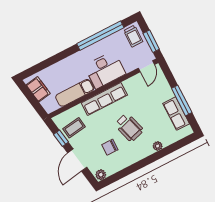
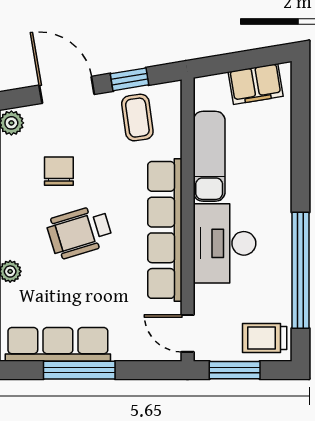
row of seats: (104, 99) -> (165, 230), width x1.36
row of seats: (176, 114) -> (58, 344), width x1.48

